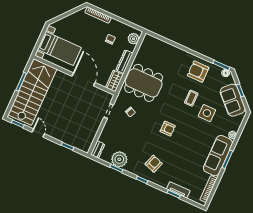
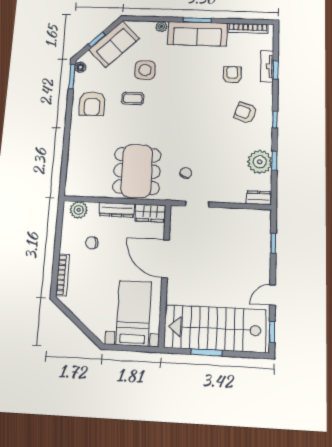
door: (84, 79) -> (166, 259), hinge flipped
armchair: (168, 129) -> (232, 75), moved

